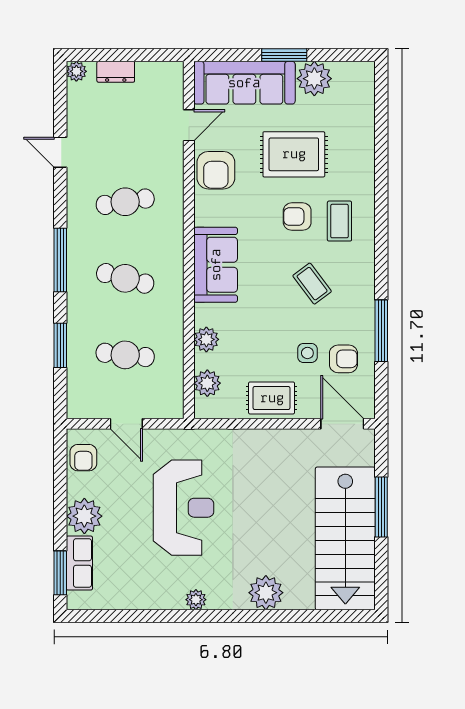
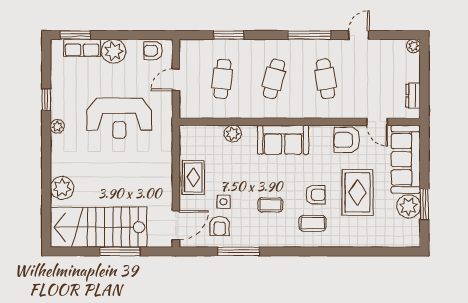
window: (284, 55) -> (424, 204), moved
dresser: (116, 72) -> (413, 96), moved
armchair: (297, 217) -> (316, 195), turned 90
window: (60, 260) -> (309, 35), moved
coffee table: (312, 284) -> (270, 205), turned 37
plant: (207, 383) -> (203, 134), removed
plant: (266, 593) -> (62, 188), moved
window: (156, 616) -> (46, 100), added

